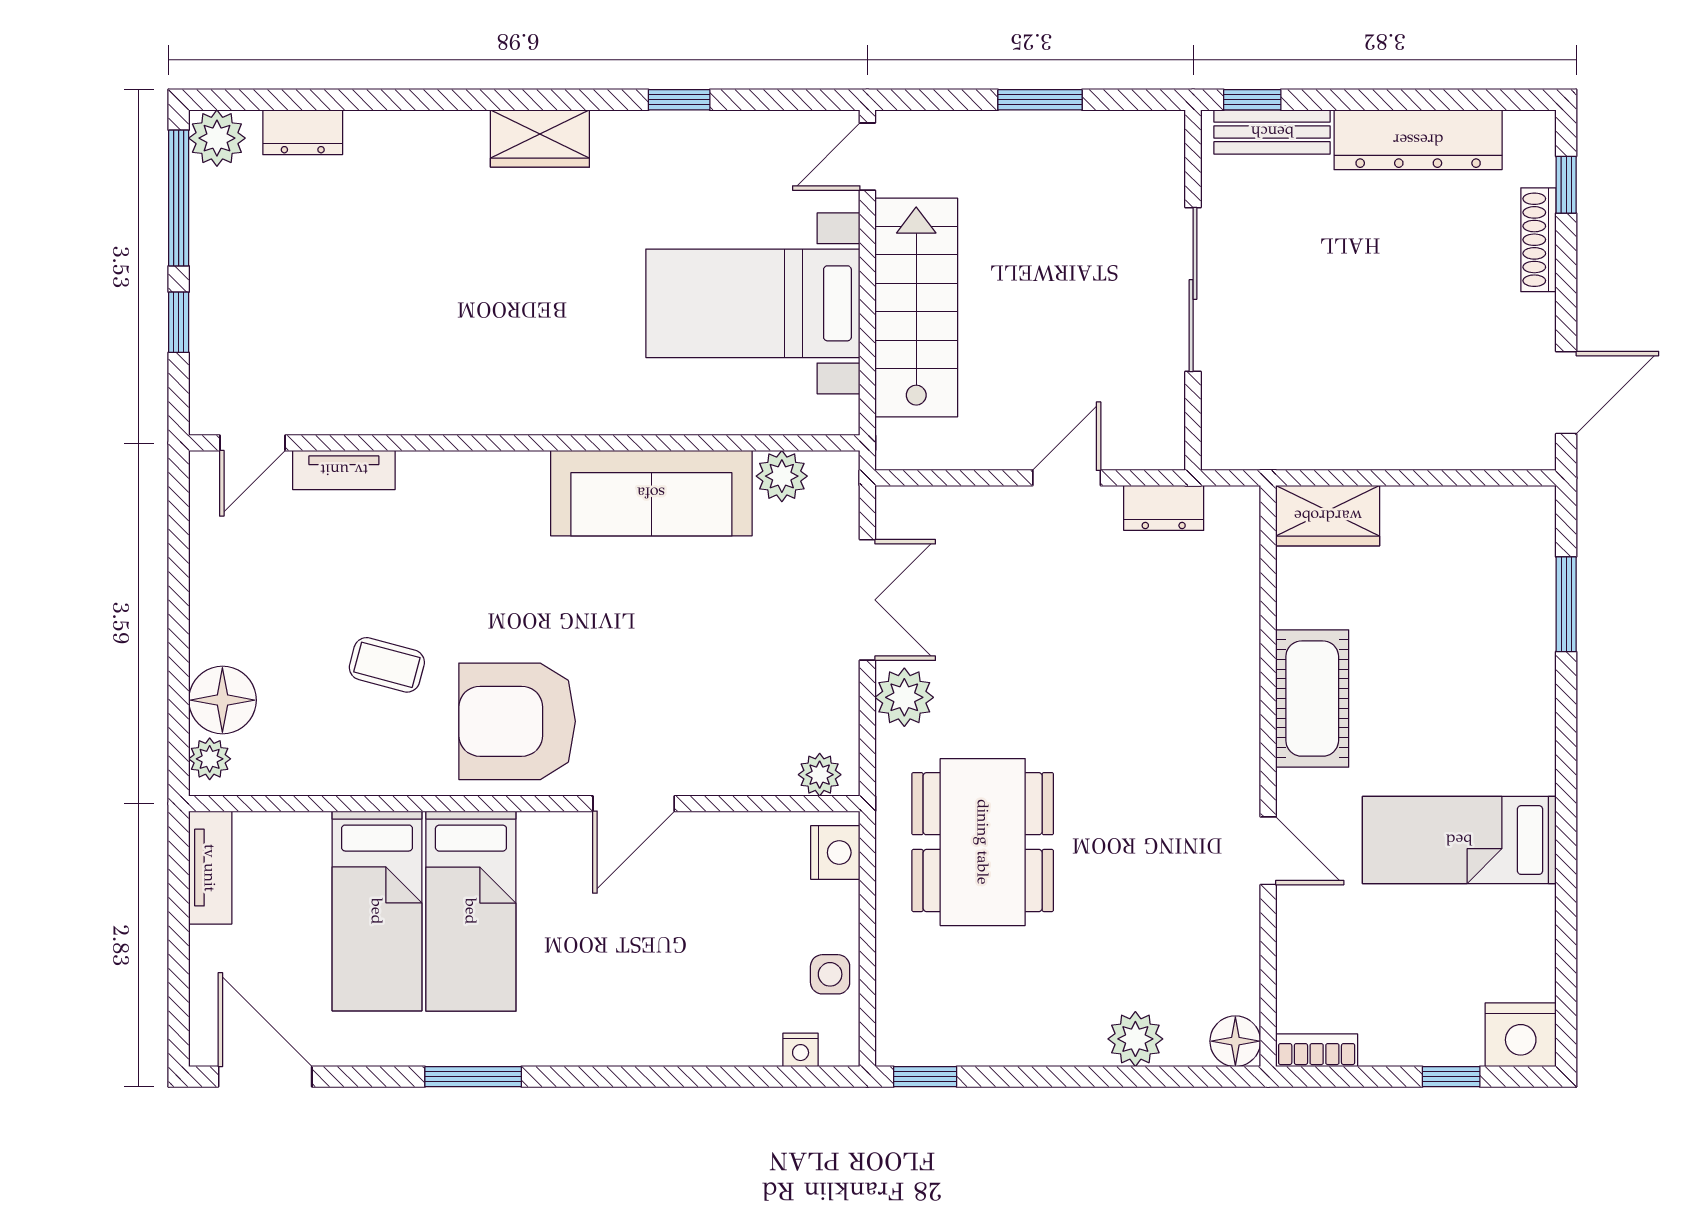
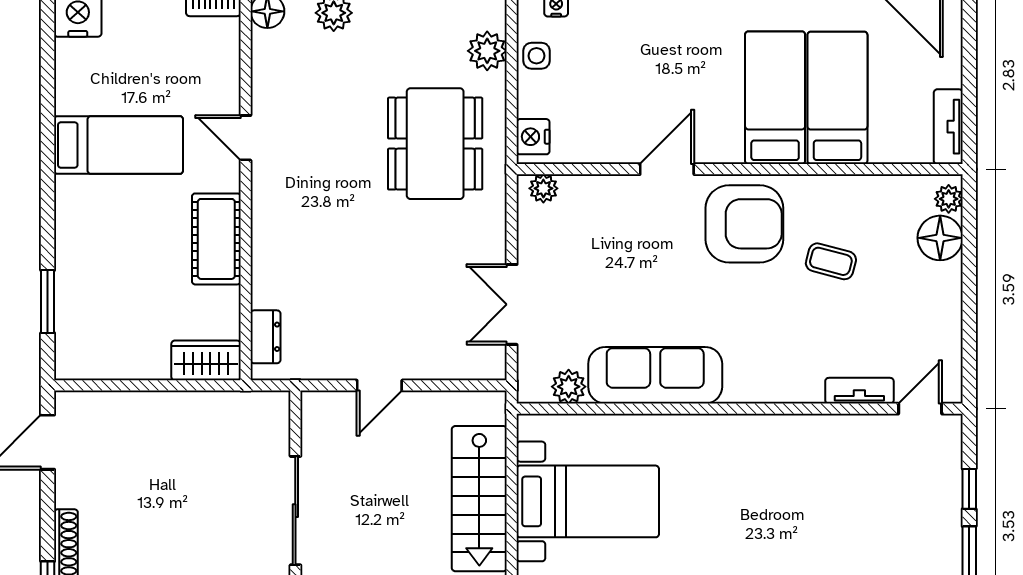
dresser: (1164, 508) -> (265, 337), moved, turned 90
plant: (904, 697) -> (487, 51), moved

